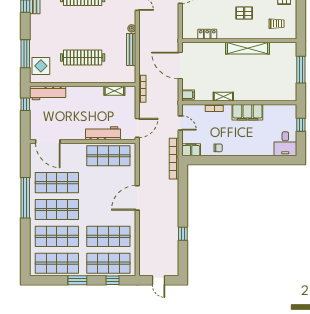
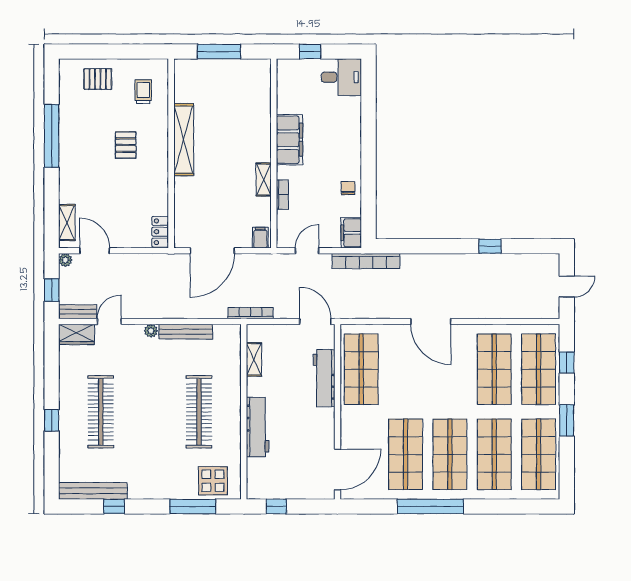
locker: (207, 34) -> (160, 232), moved
workbench: (48, 93) -> (258, 427), moved

